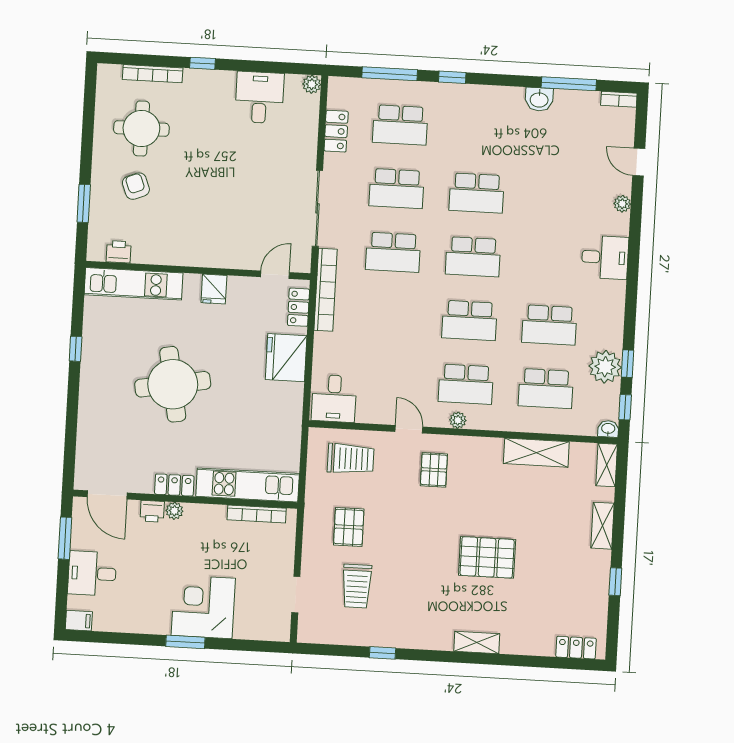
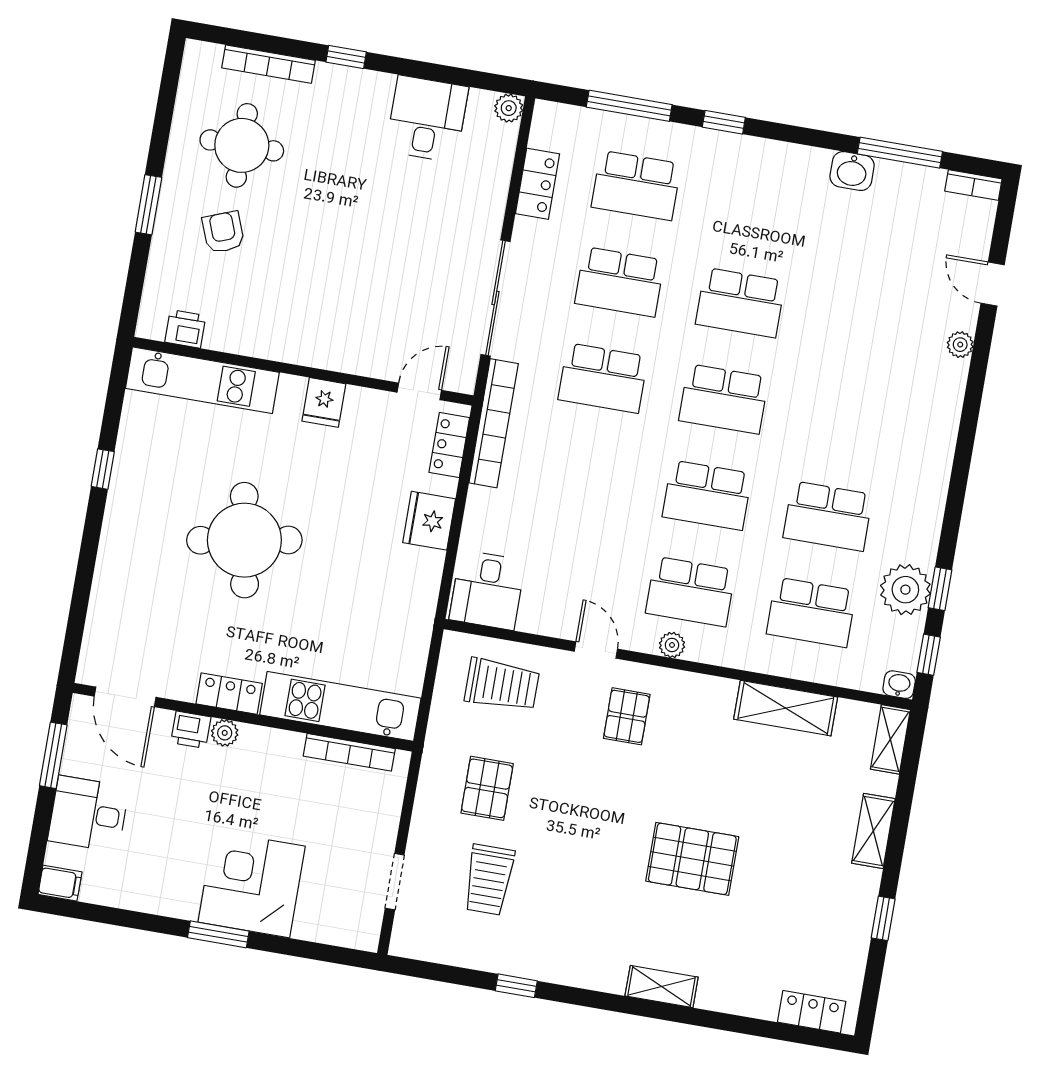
window: (84, 203) -> (148, 205), moved
desk: (605, 257) -> (924, 423), removed
fridge: (286, 358) -> (429, 521), width x0.73, depth x0.75

